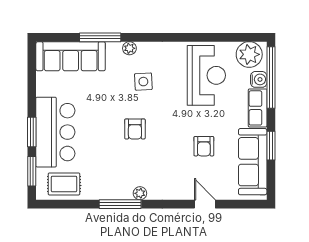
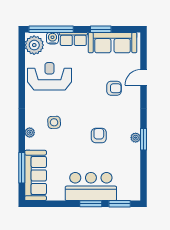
window: (100, 37) -> (22, 168), moved
armchair: (135, 129) -> (99, 135), moved, turned -90
armchair: (204, 146) -> (114, 88), moved
rug: (64, 184) -> (129, 180), removed
plant: (140, 193) -> (136, 138), moved
window: (120, 204) -> (143, 139), width x0.69

